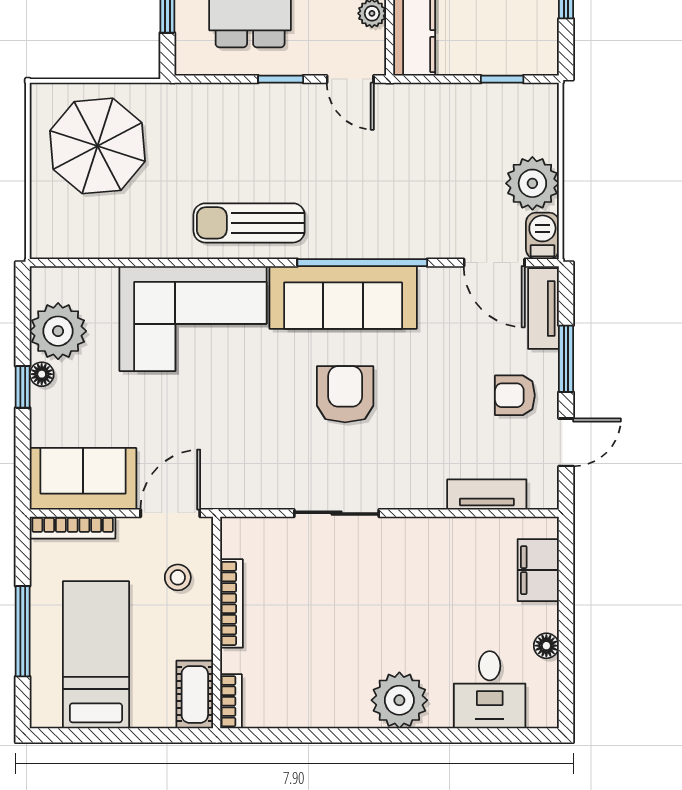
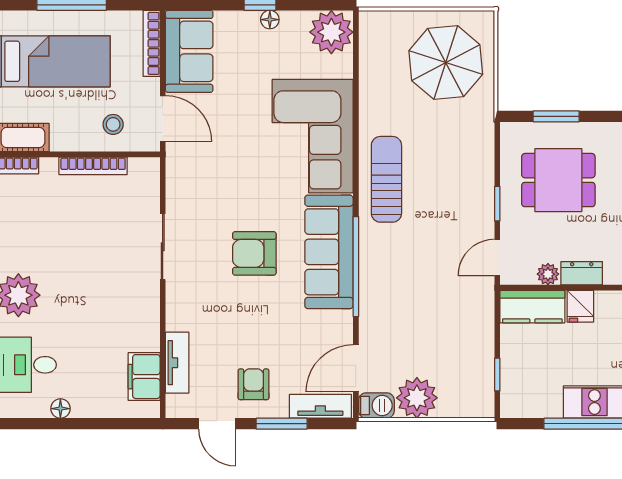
plant: (58, 331) -> (331, 32), moved
armchair: (345, 394) -> (254, 253), turned 180
filing cabinet: (538, 570) -> (144, 377), moved, turned -90

